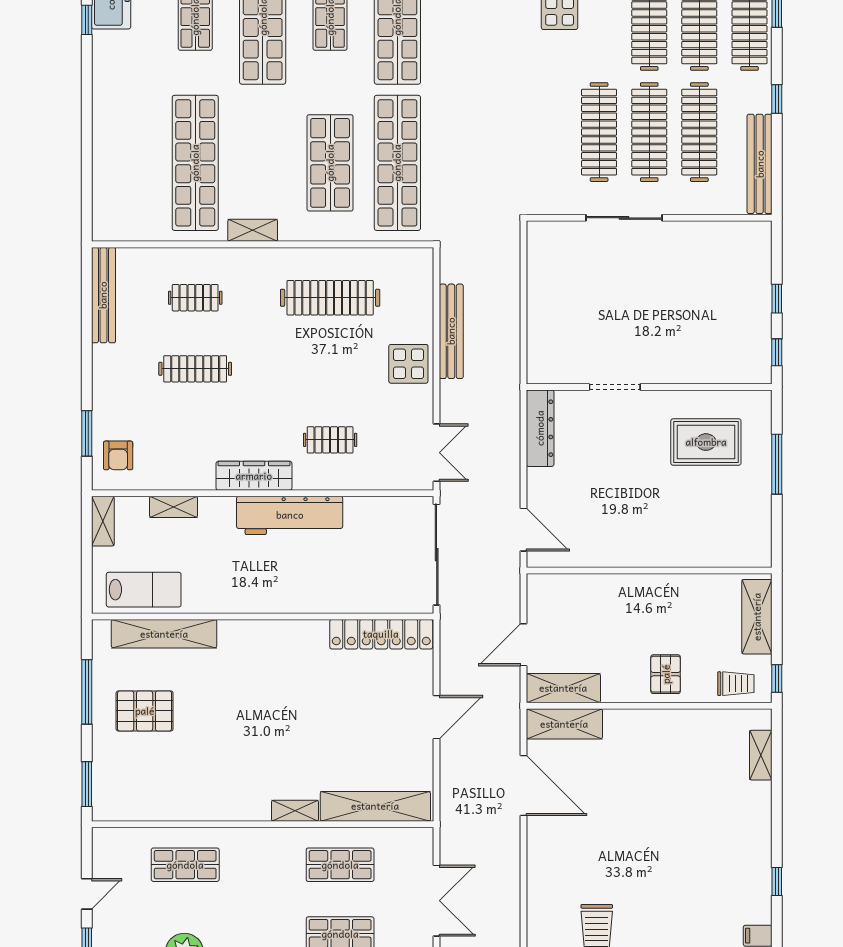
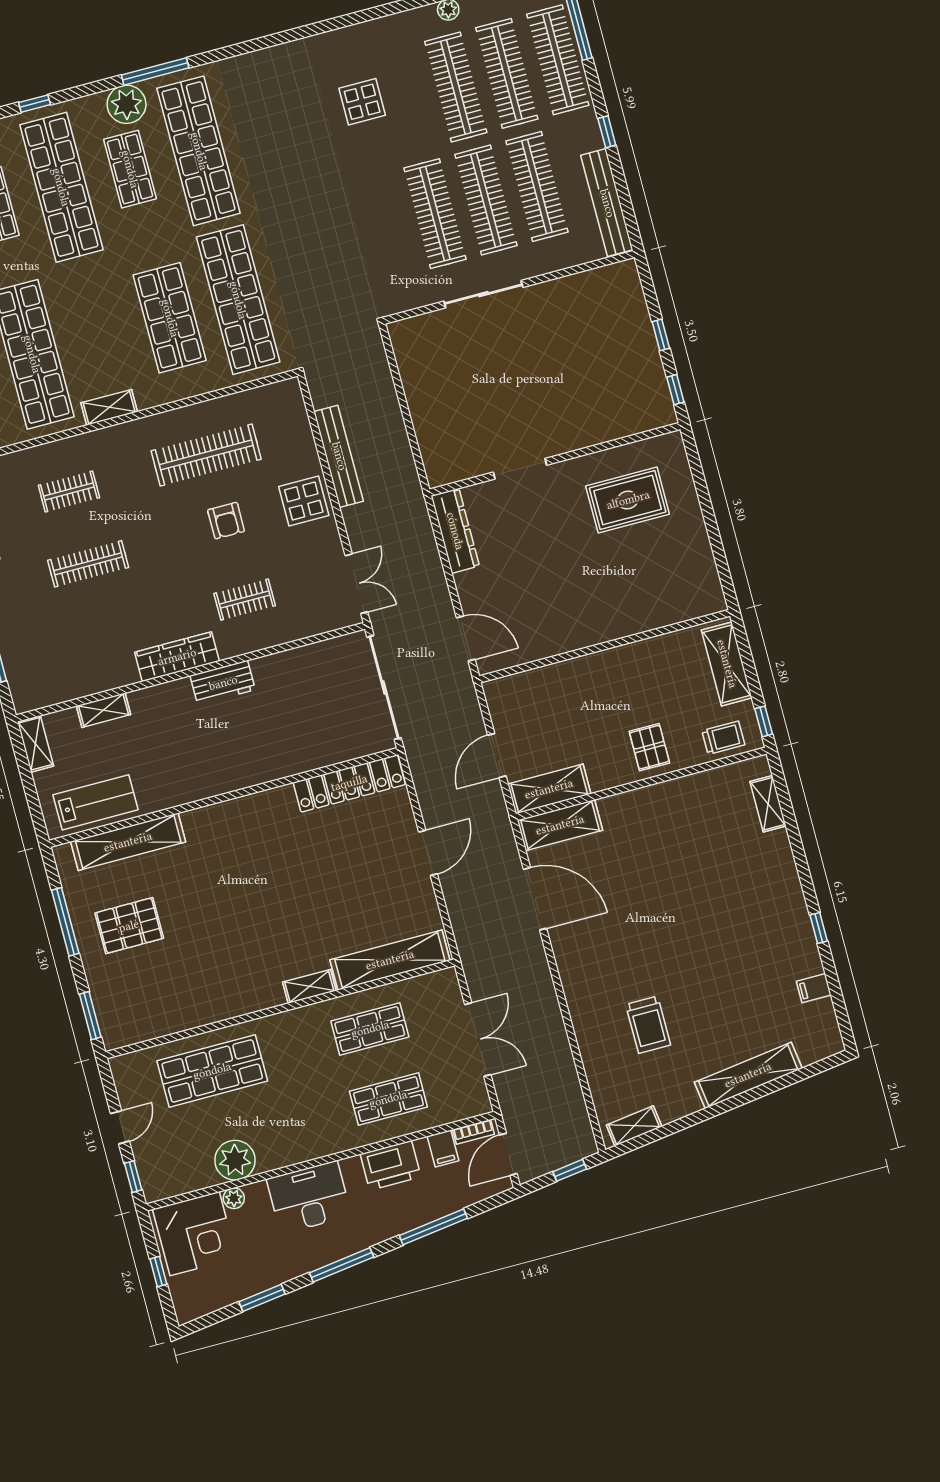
armchair: (118, 455) -> (226, 521), moved
window: (777, 464) -> (706, 503), removed
workbench: (290, 515) -> (223, 683), width x0.53, depth x0.76
shop shelf: (185, 865) -> (212, 1071), width x1.43, depth x1.36

